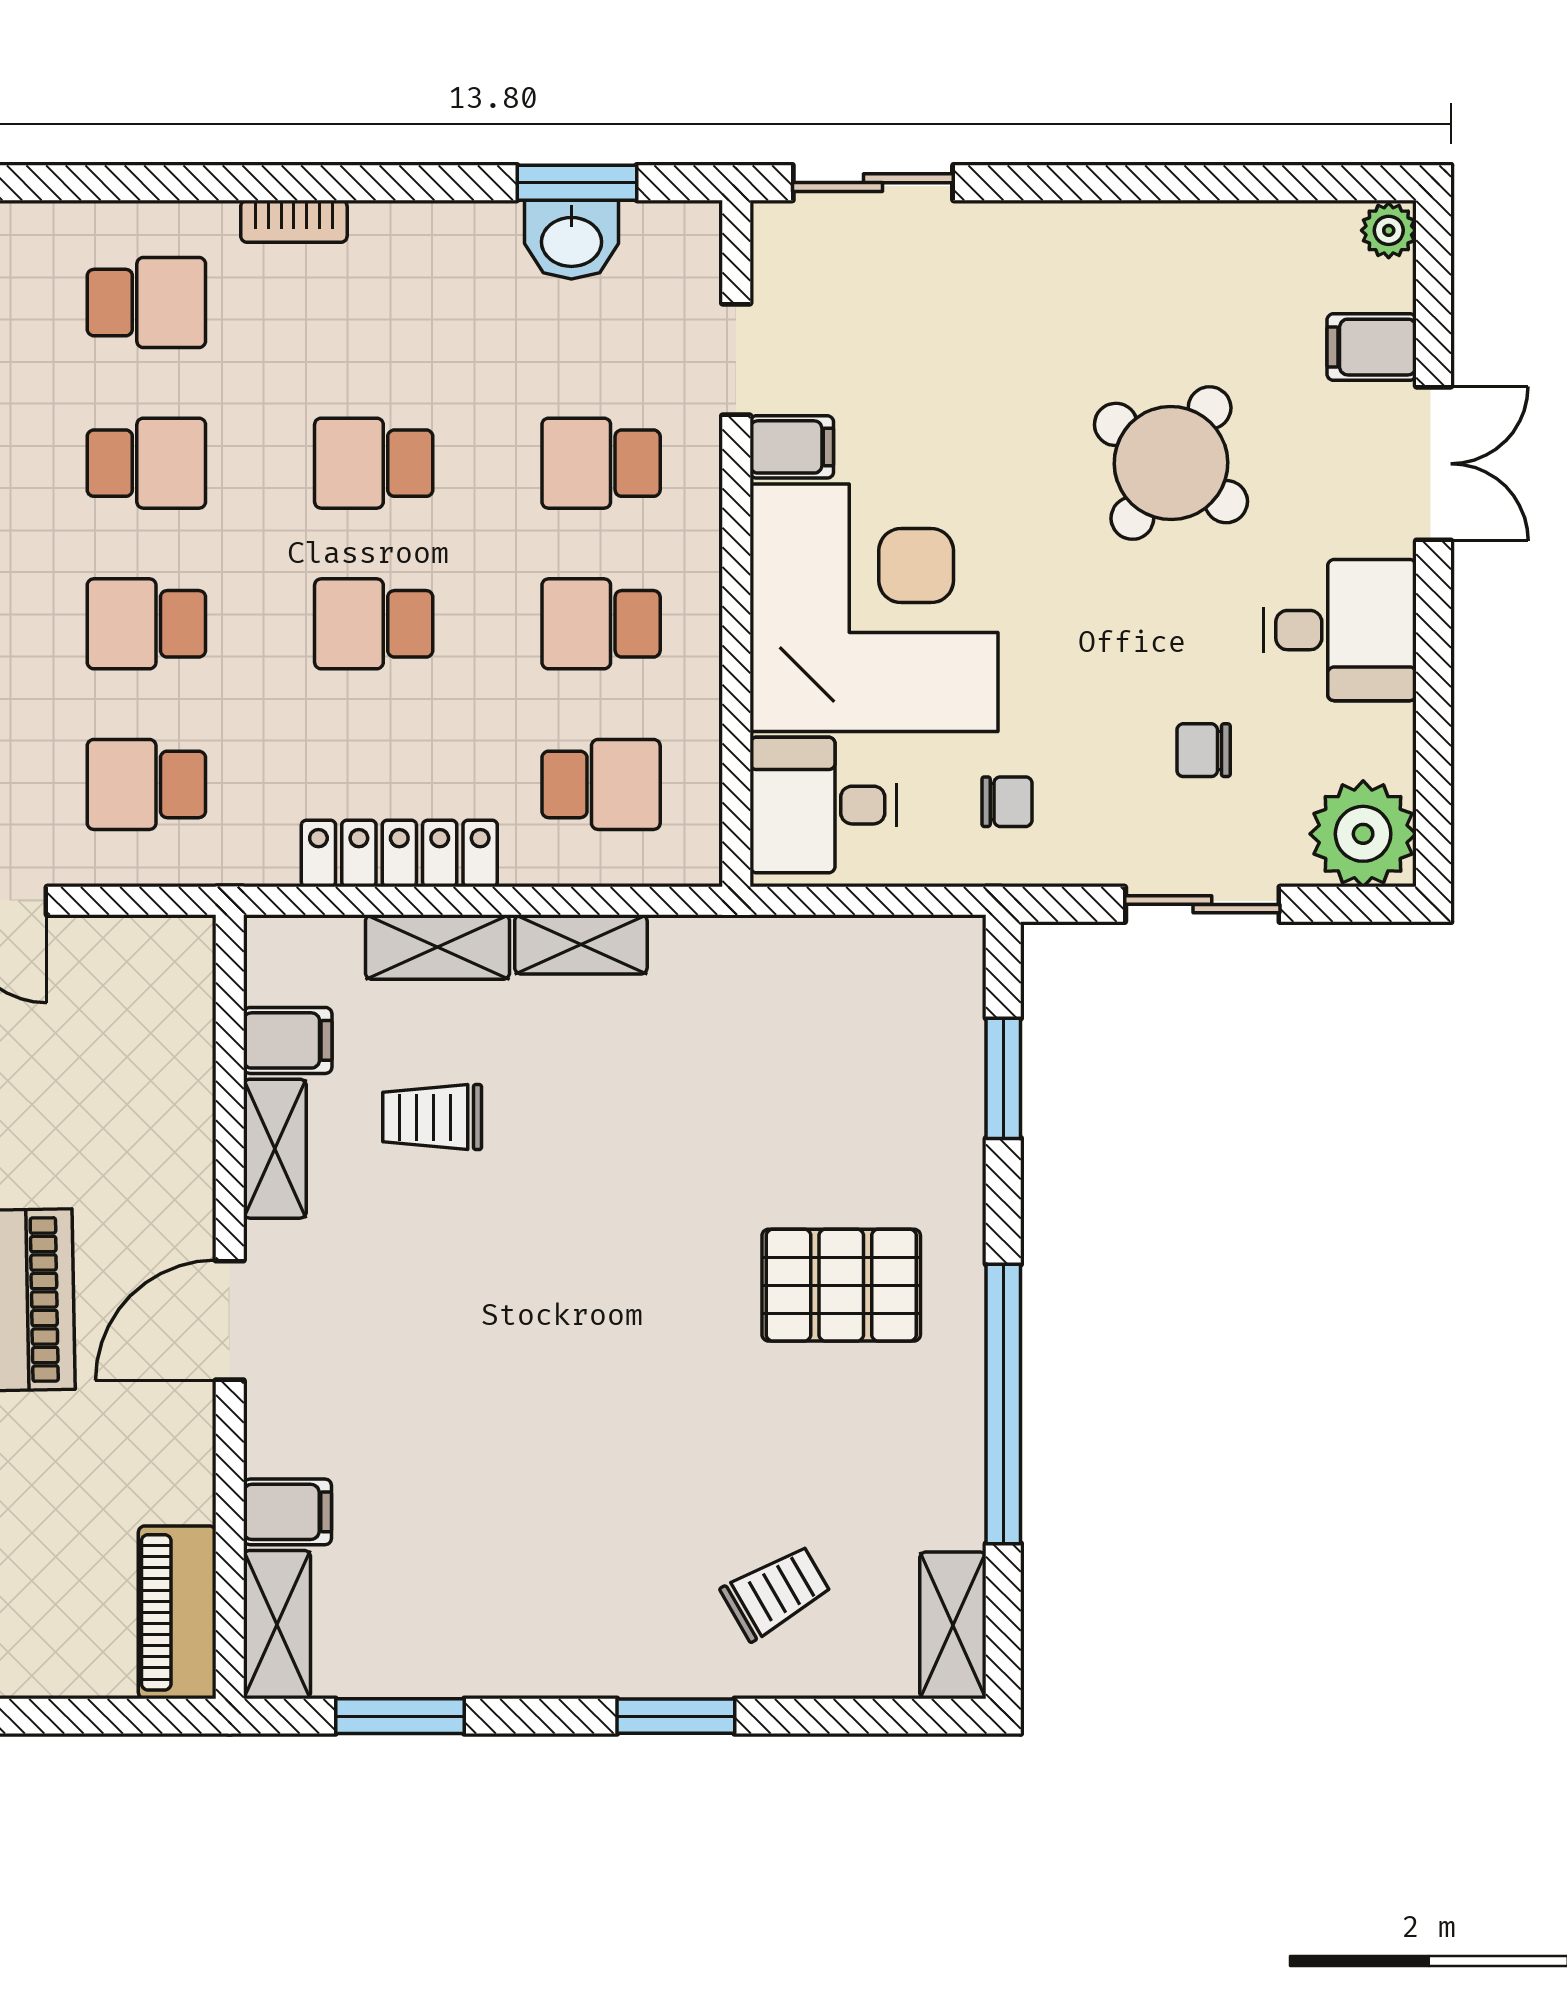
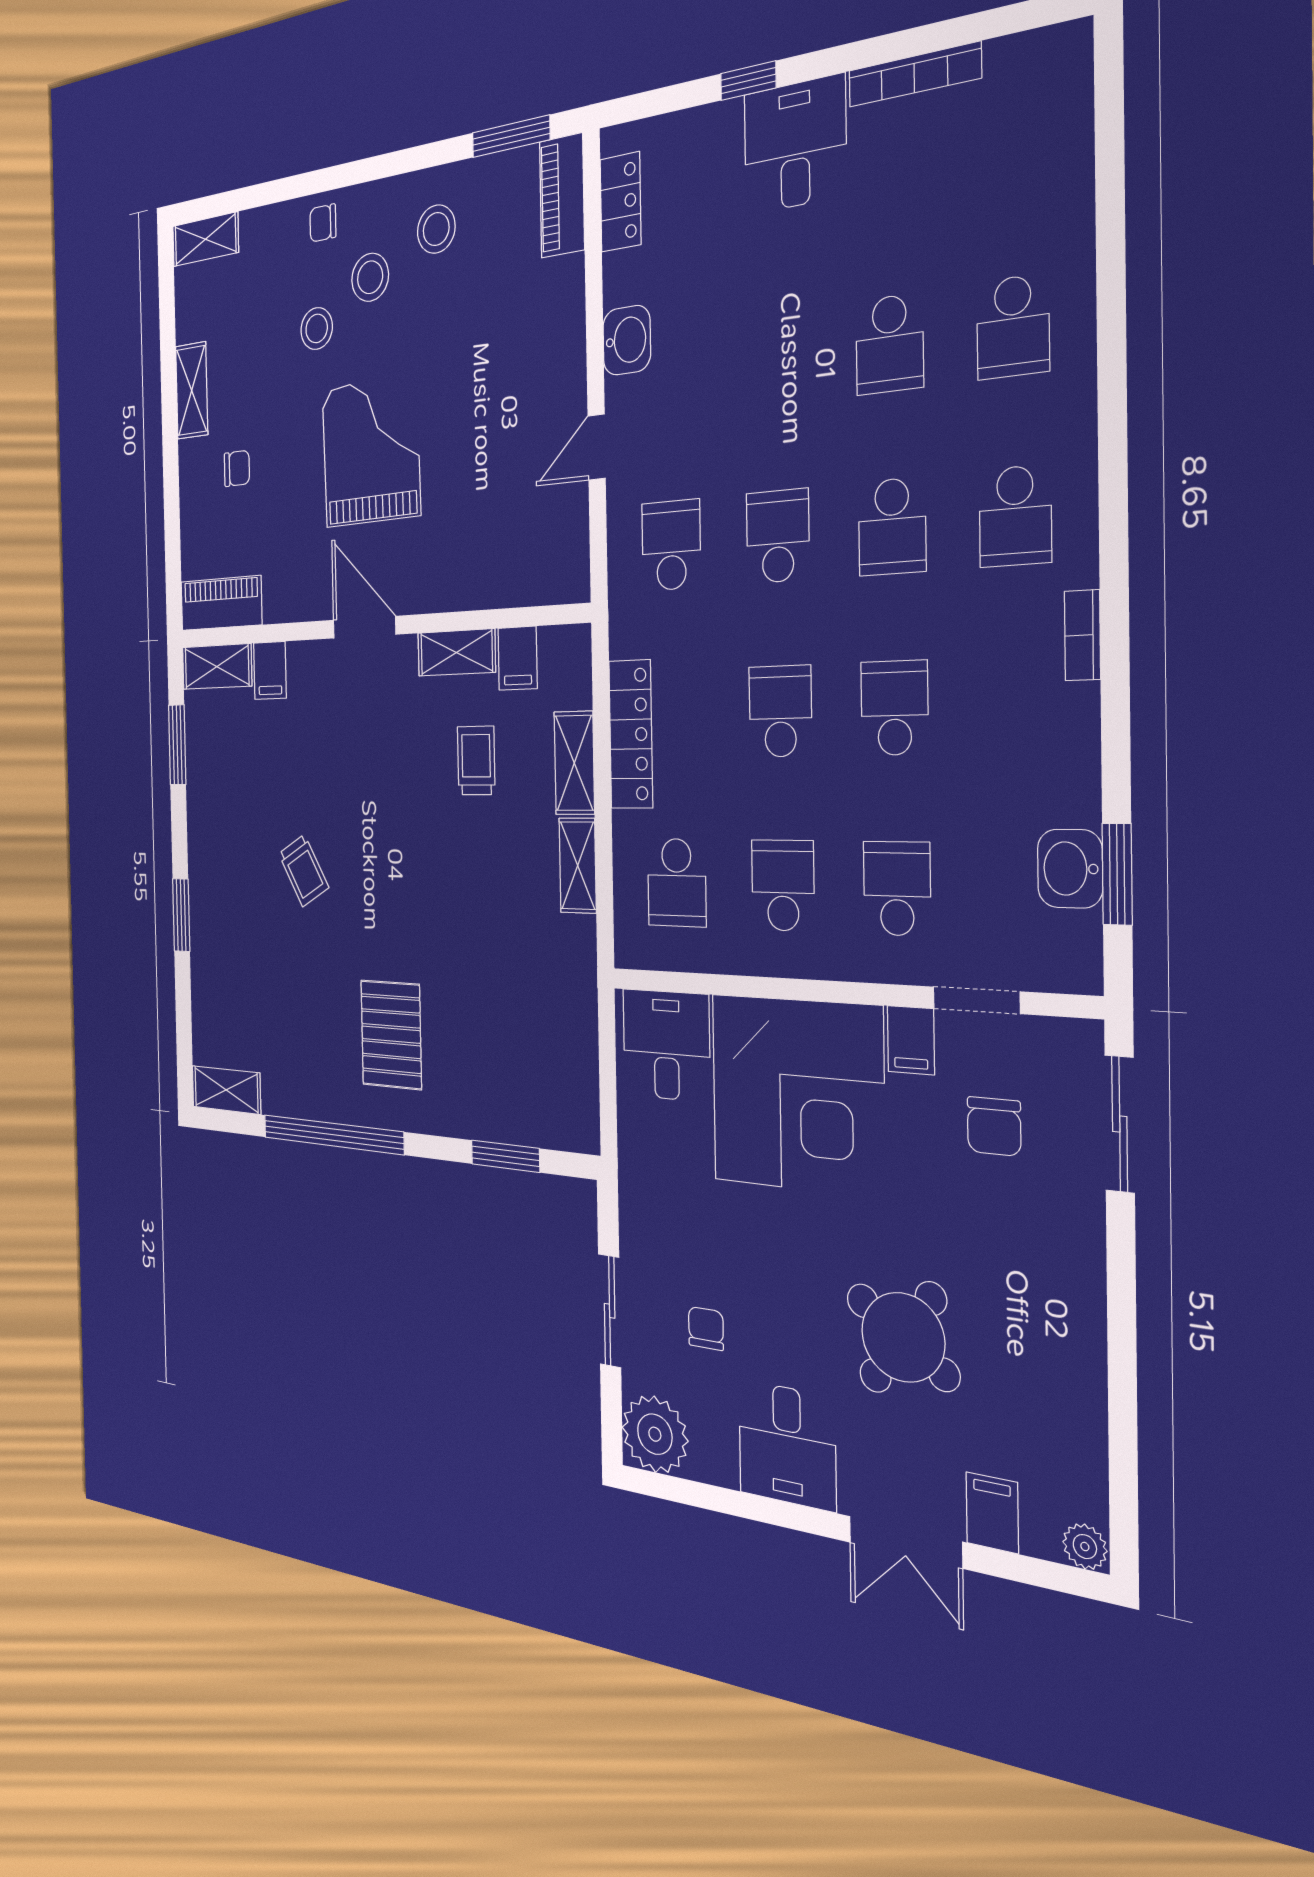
chair: (1007, 802) -> (994, 1126), moved, width x1.37, depth x1.37
trolley: (776, 1592) -> (304, 870), moved

